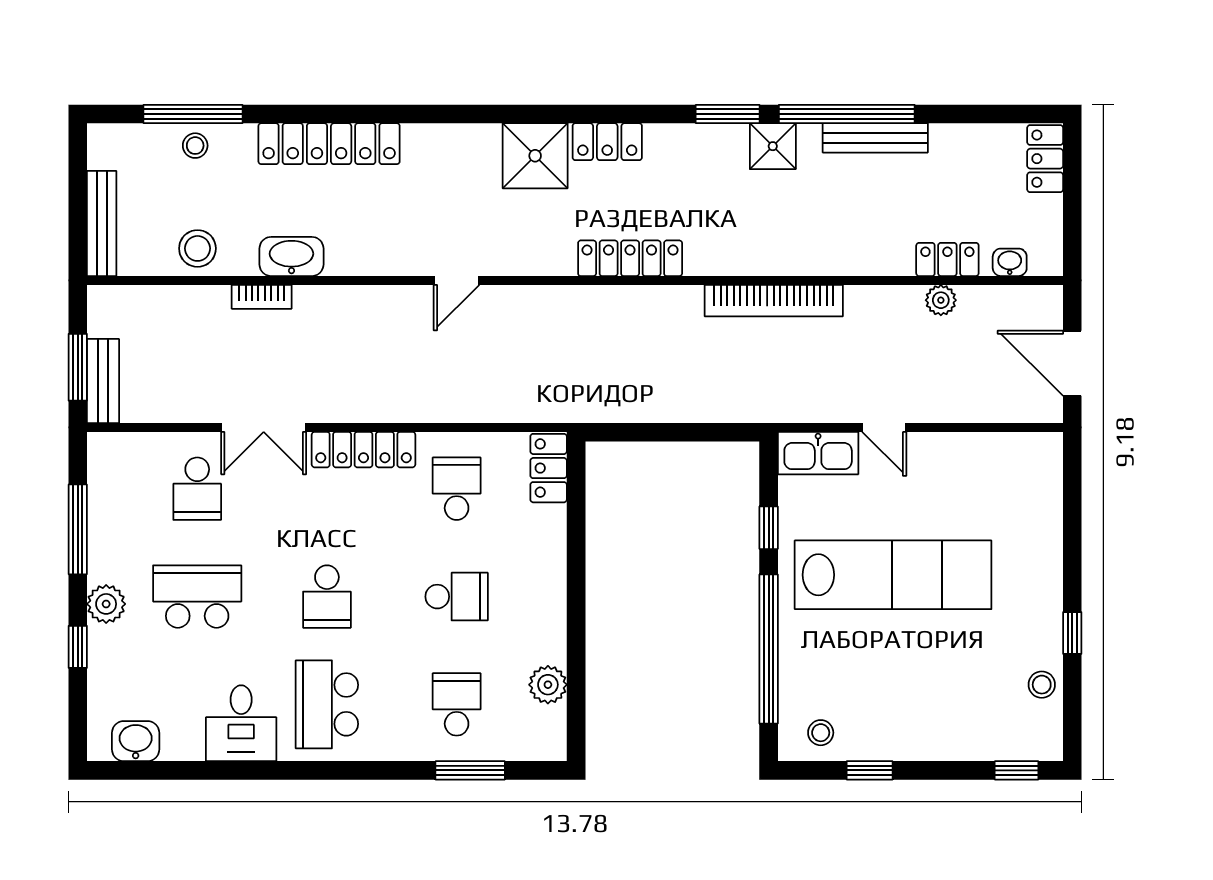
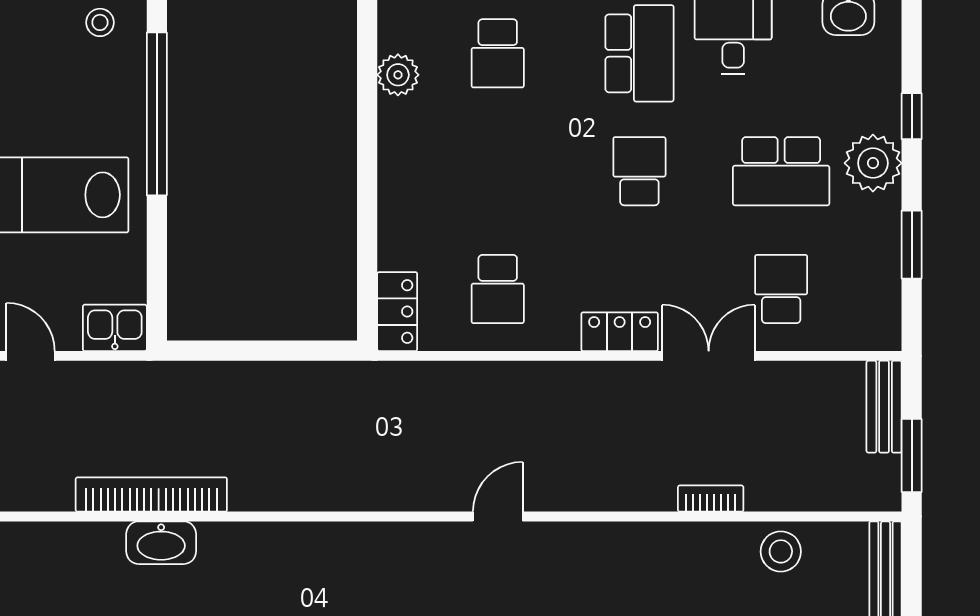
washbasin: (291, 256) -> (161, 543), moved
locker: (630, 258) -> (308, 541), removed
window: (78, 367) -> (912, 456), moved
locker: (364, 450) -> (620, 332), width x0.66
kitchen sink: (818, 453) -> (115, 328), width x0.73
window: (769, 528) -> (157, 246), removed
window: (78, 529) -> (912, 245), width x0.69
school desk: (457, 597) -> (498, 171), removed
plant: (106, 604) -> (873, 163), width x1.36, depth x1.36

